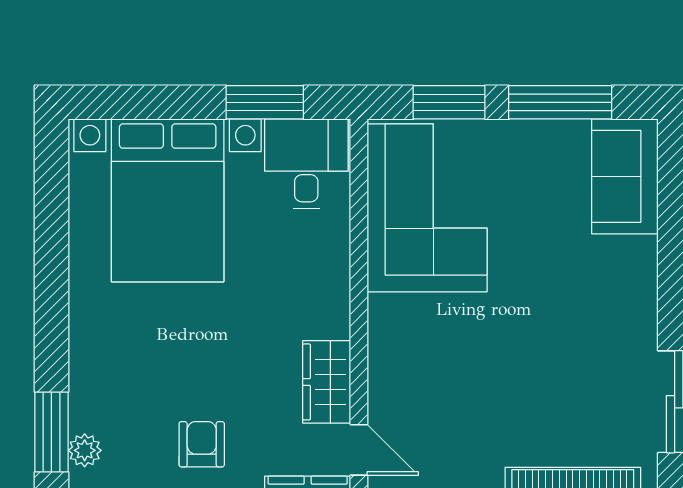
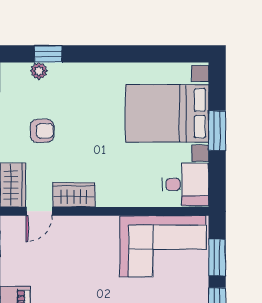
window: (265, 102) -> (217, 131), moved
window: (51, 432) -> (48, 54), width x0.67

